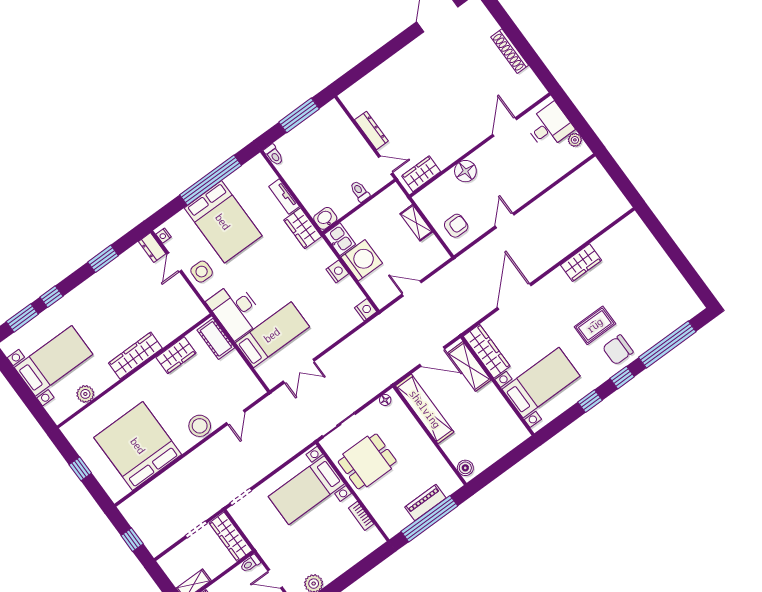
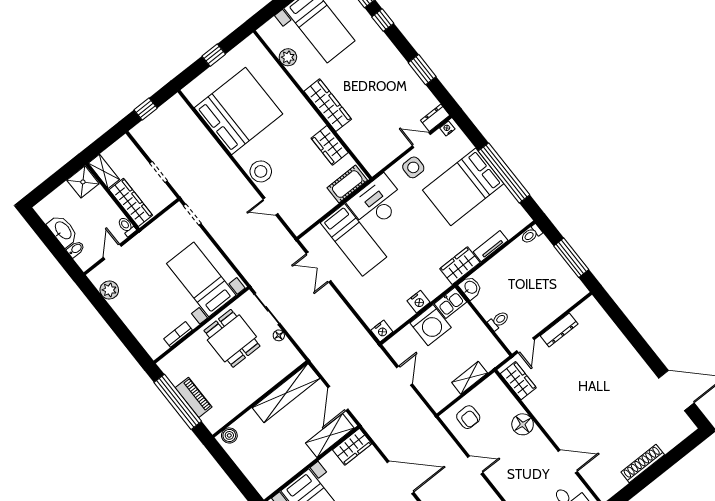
wardrobe: (487, 351) -> (352, 447), width x0.67
floor lamp: (385, 400) -> (279, 335), moved
wardrobe: (231, 537) -> (131, 202), moved, turned 90

